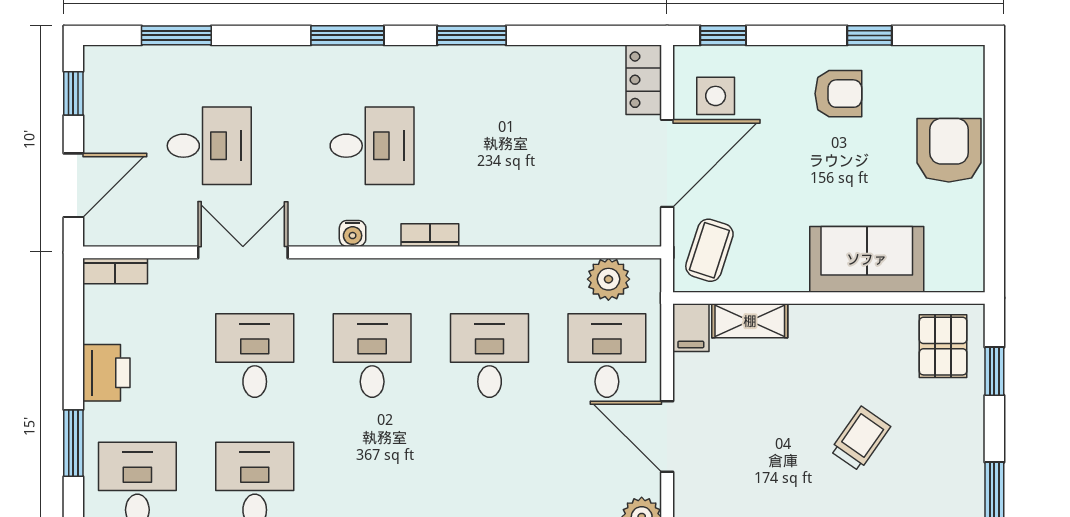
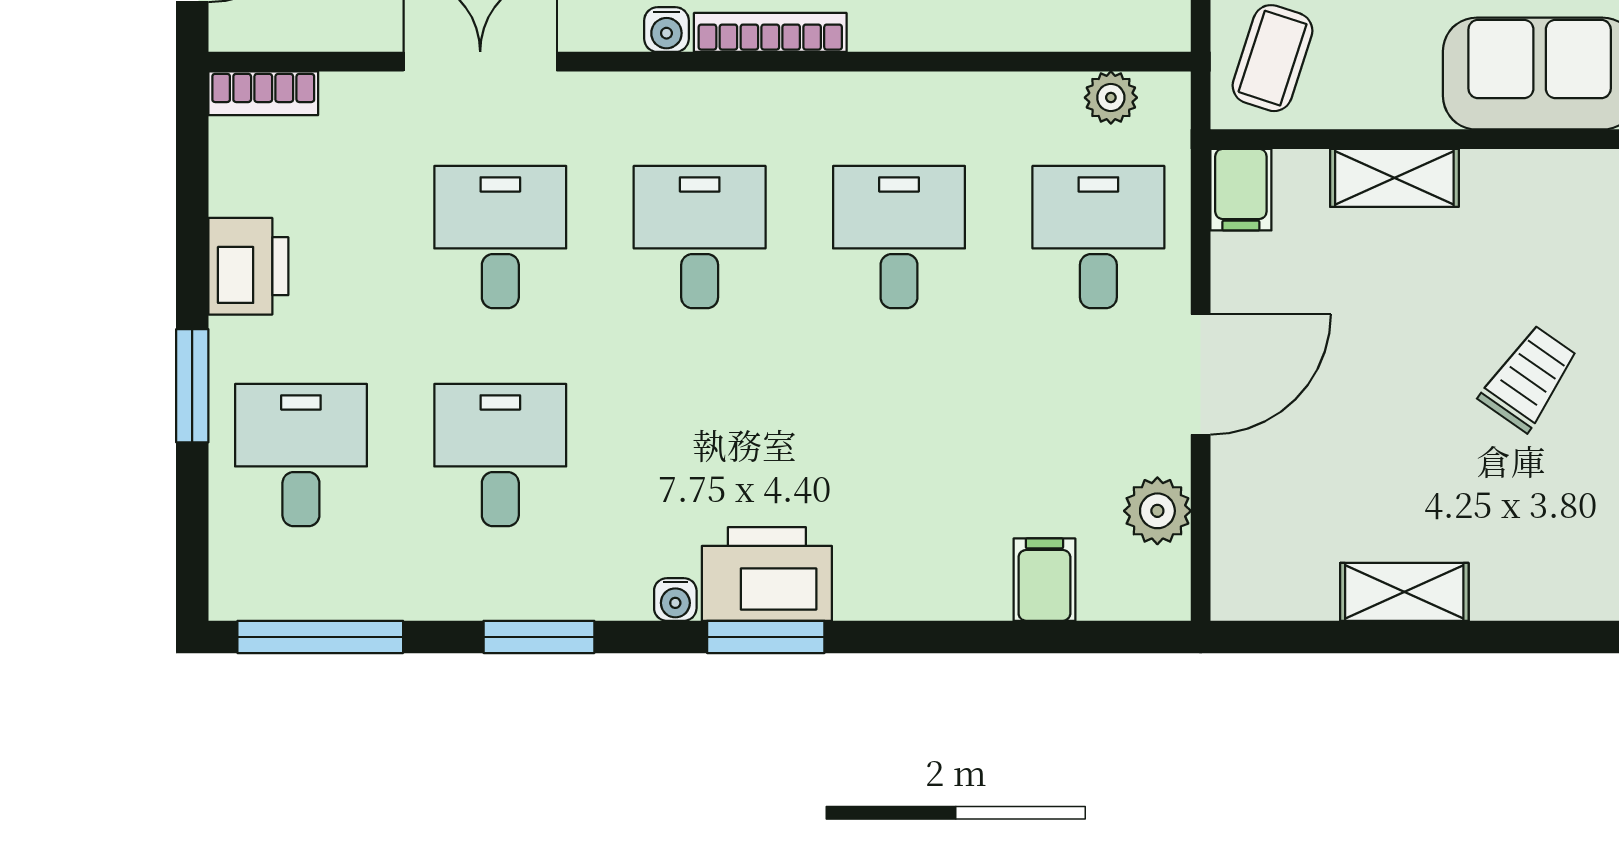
bookcase: (430, 235) -> (770, 32), width x1.56
plant: (608, 279) -> (1111, 98), width x0.73, depth x0.73
shelving: (750, 321) -> (1394, 178), moved
door: (667, 436) -> (1201, 374), swing flipped

